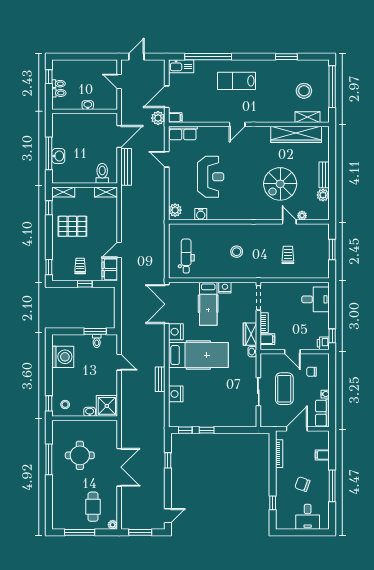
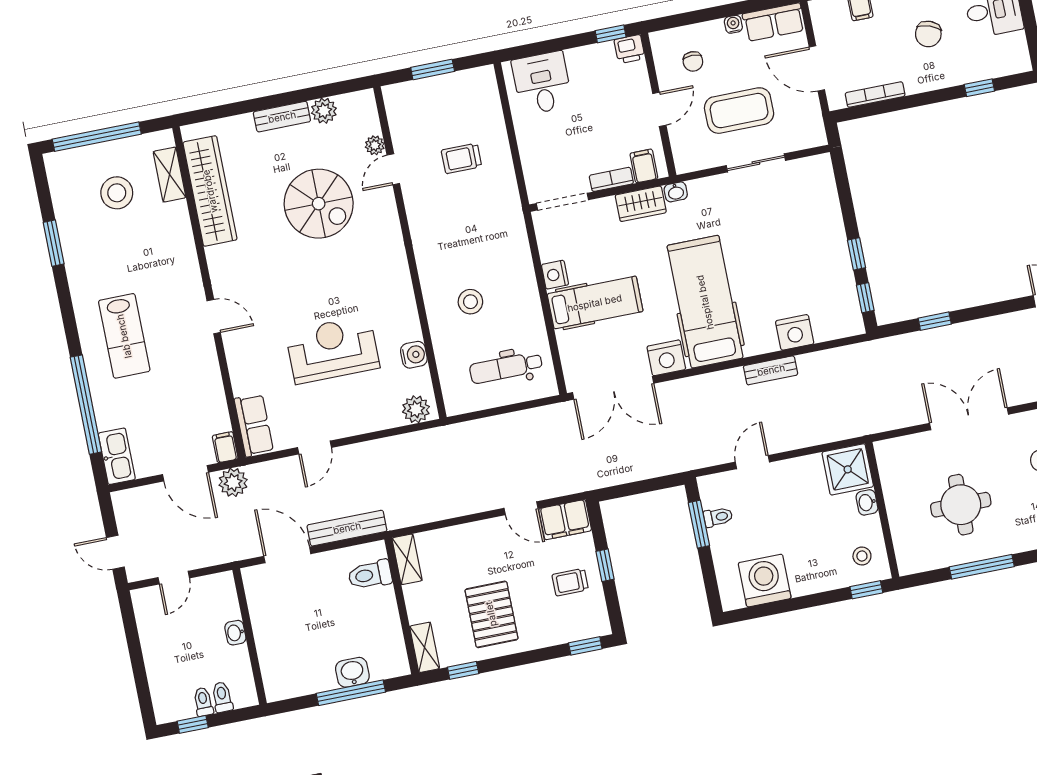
stool: (237, 252) -> (470, 302), moved

